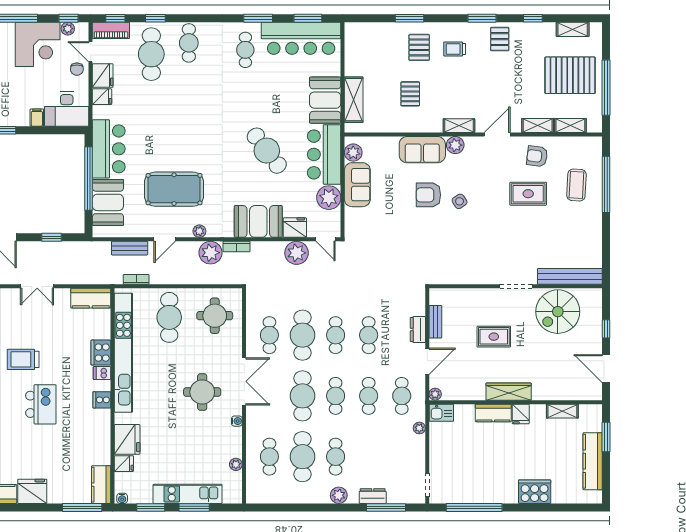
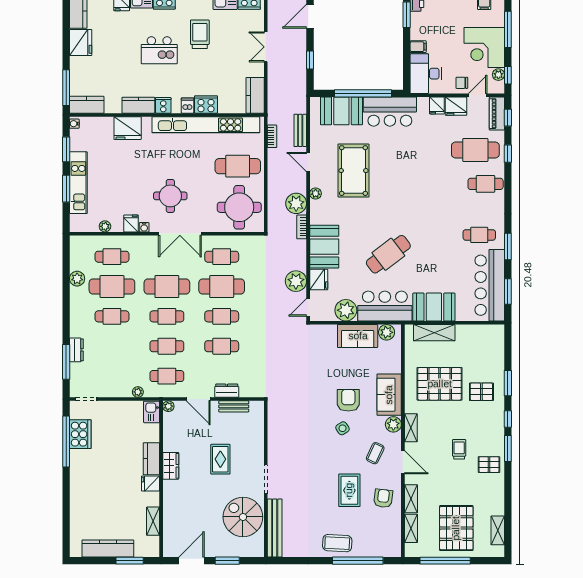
window: (533, 18) -> (508, 419), moved
trolley: (455, 49) -> (459, 449), moved
pallet: (410, 94) -> (440, 384), width x2.05, depth x2.00
coffee table: (487, 165) -> (375, 453), added
coffee table: (576, 185) -> (337, 543), moved
round table: (215, 316) -> (239, 207), width x1.36, depth x1.36
window: (606, 329) -> (227, 561), width x1.50
wardrobe: (509, 392) -> (171, 466), width x0.67
kitchen counter: (102, 427) -> (138, 105), added
fridge: (124, 464) -> (131, 223), moved, turned 180
cooker: (535, 492) -> (80, 434), moved
plant: (339, 495) -> (77, 279), moved

